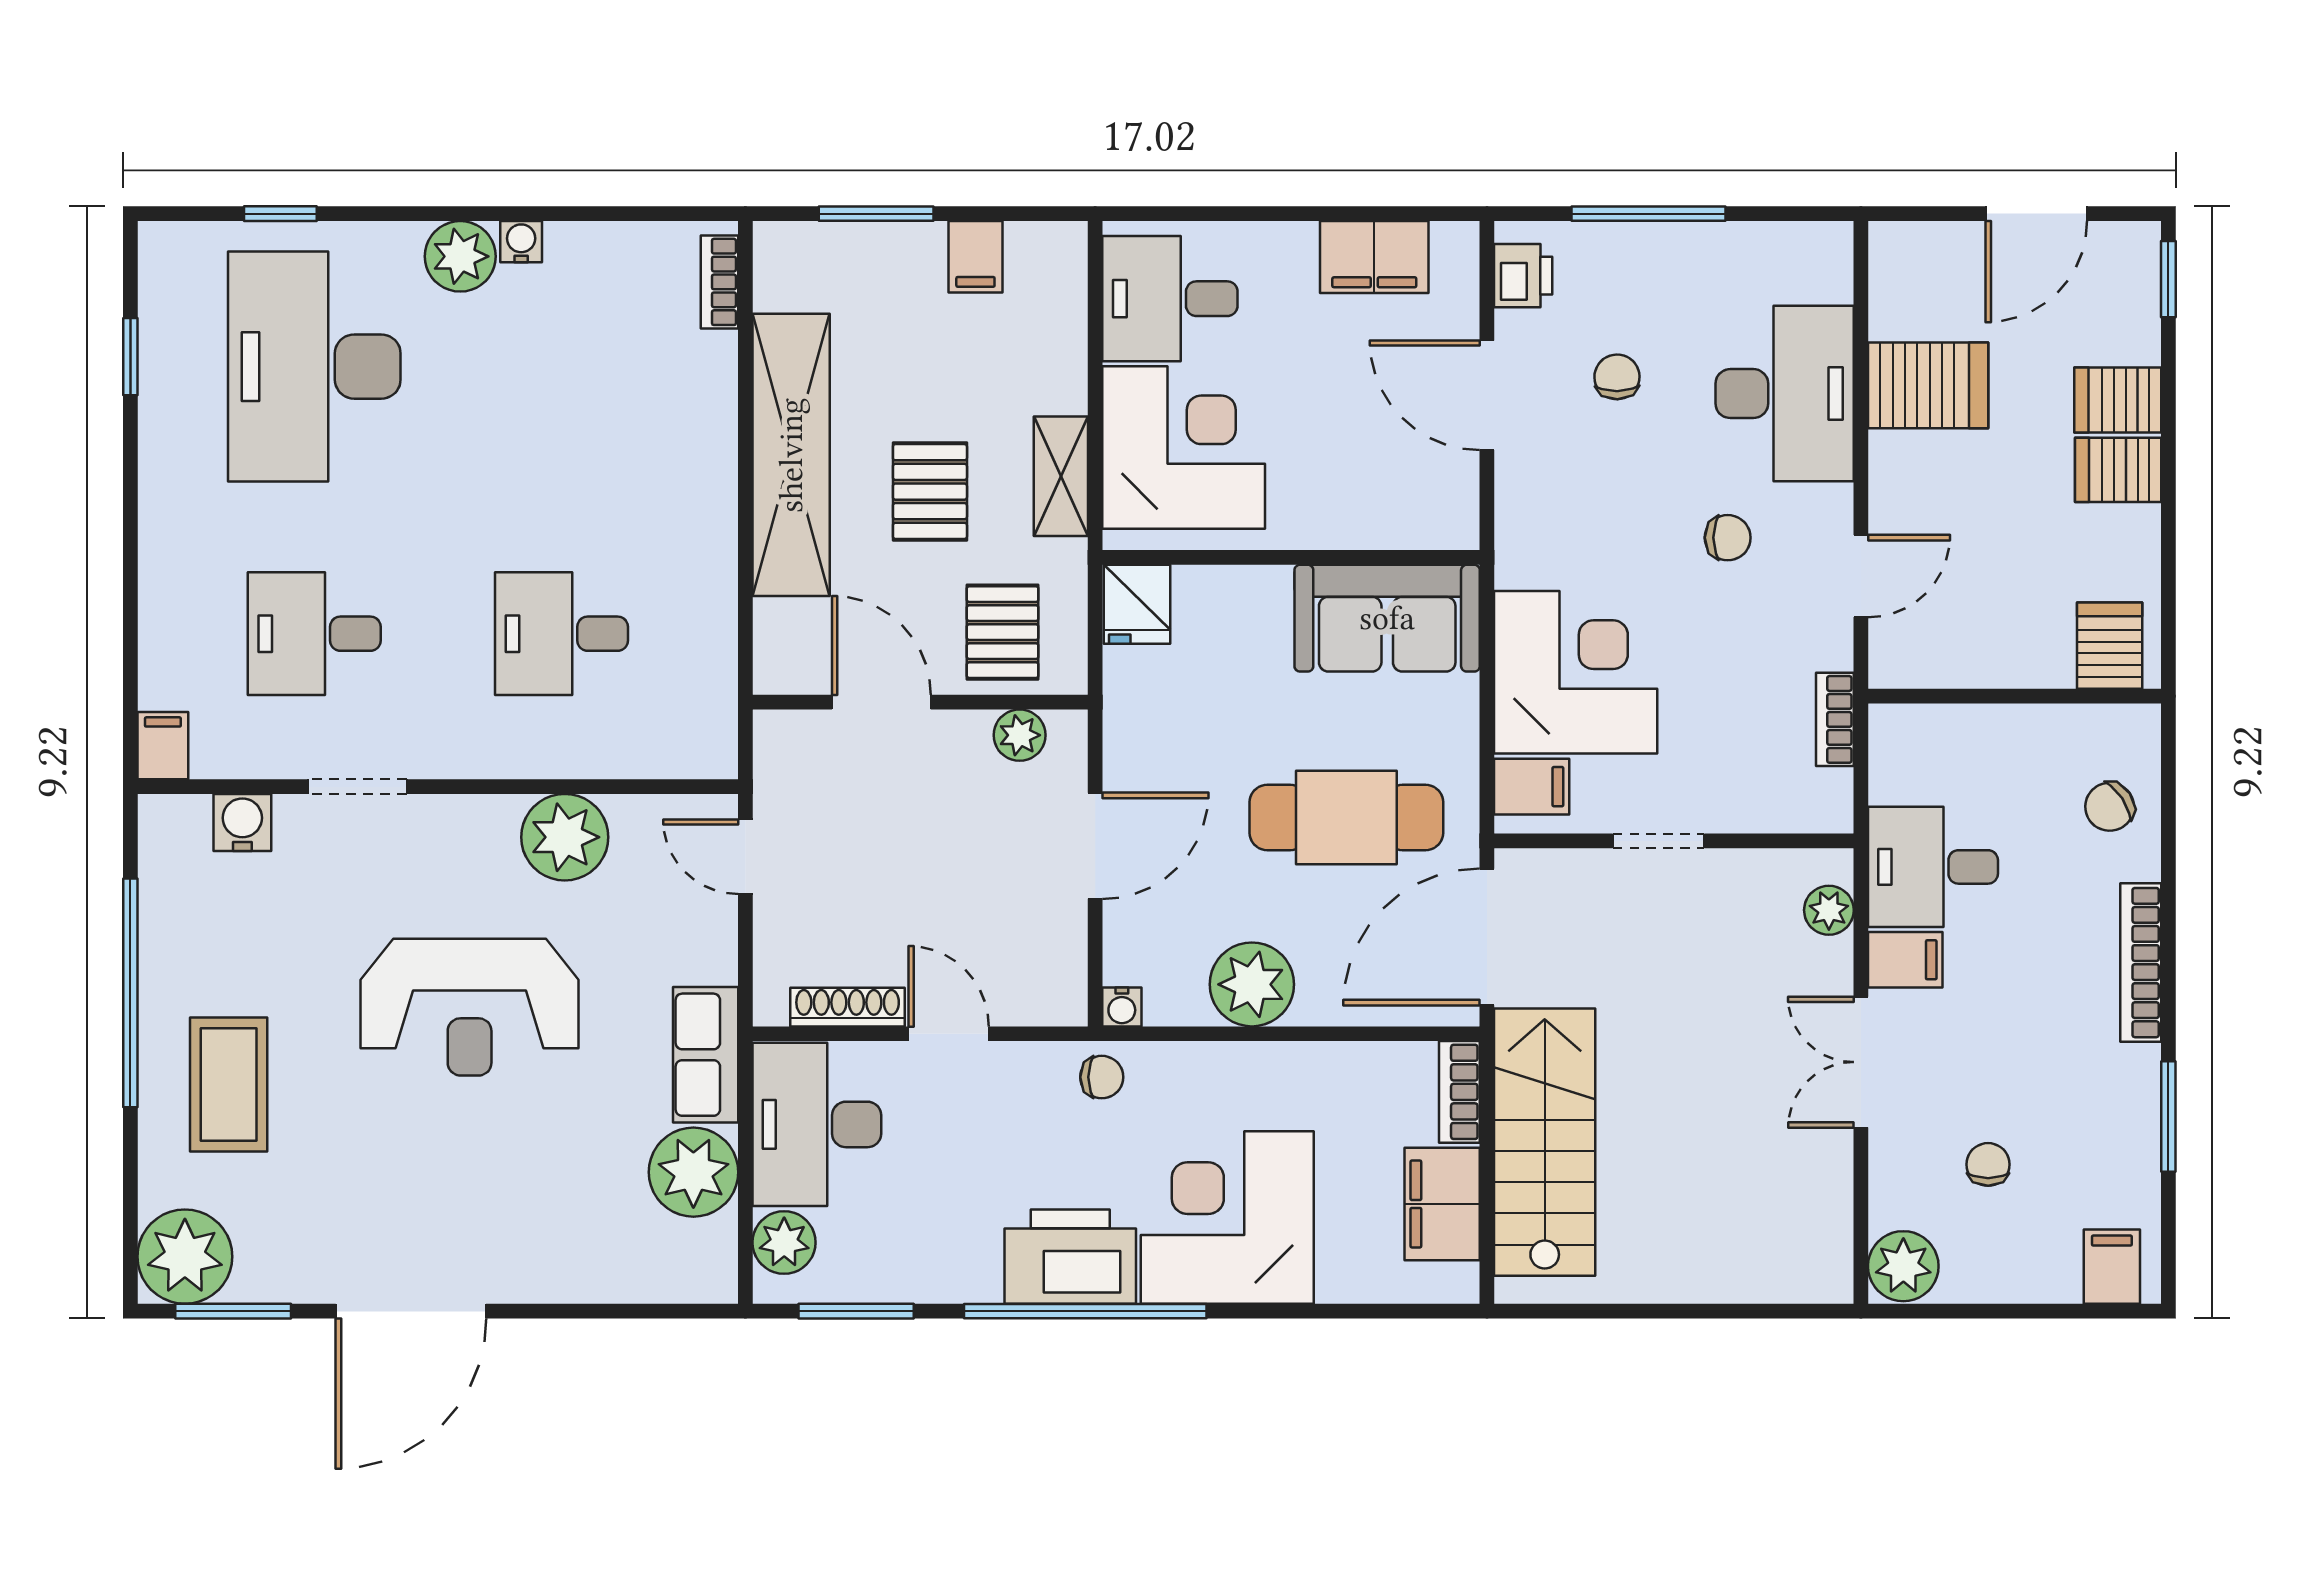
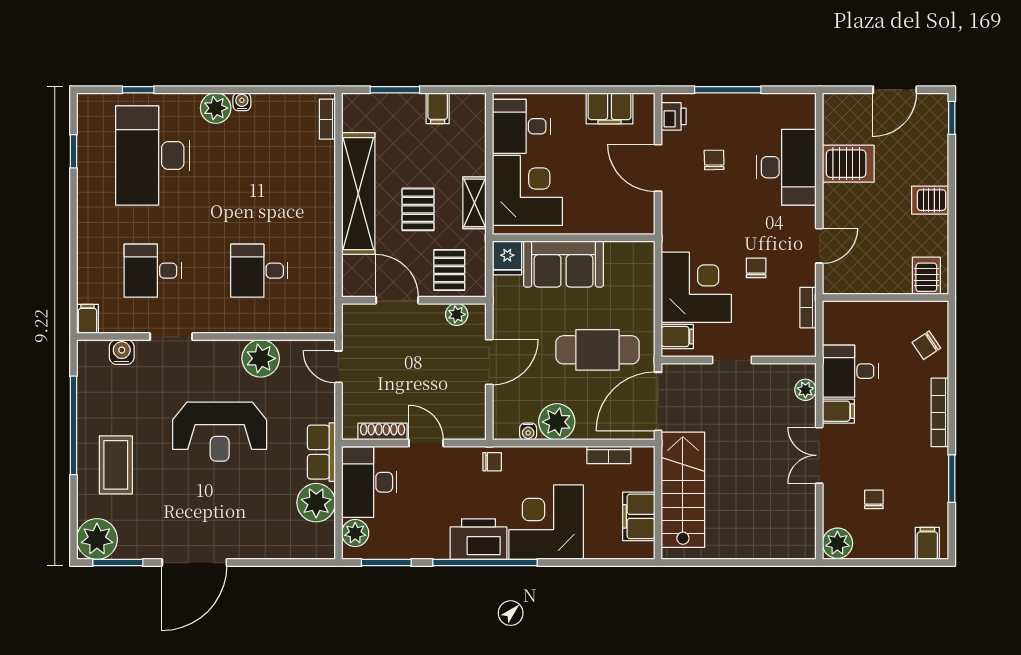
server rack: (2118, 400) -> (930, 170), removed
chair: (1728, 538) -> (756, 268), moved, turned -90
sofa: (1387, 618) -> (564, 264), moved
water cooler: (1122, 1007) -> (528, 432), moved
bookcase: (1459, 1092) -> (609, 455), moved, turned -90

